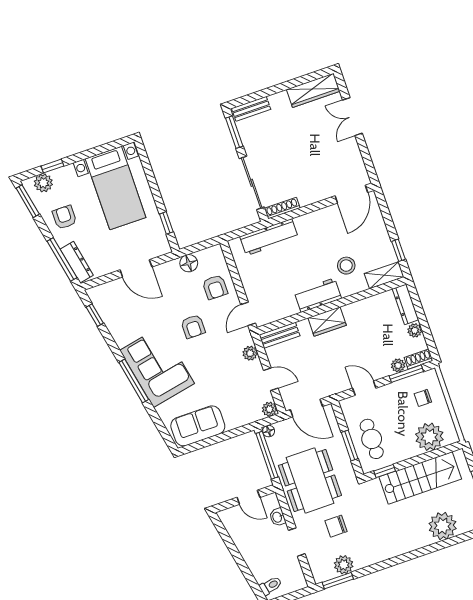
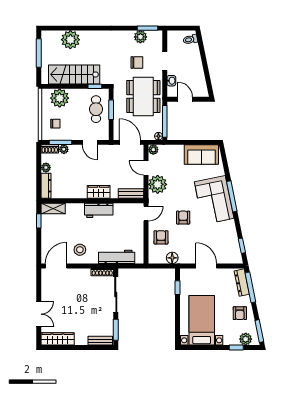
stool: (346, 266) -> (80, 250), moved
plant: (250, 353) -> (158, 184), width x1.87, depth x1.87

